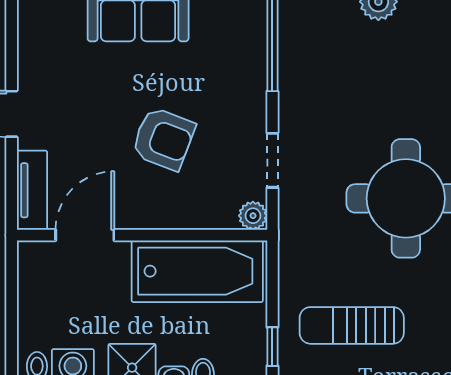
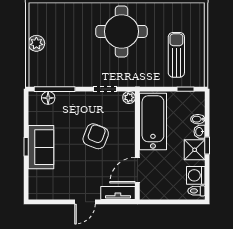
floor lamp: (252, 29) -> (48, 98), added
door: (85, 235) -> (137, 170), hinge flipped
sun lounger: (352, 325) -> (176, 55), turned 180

